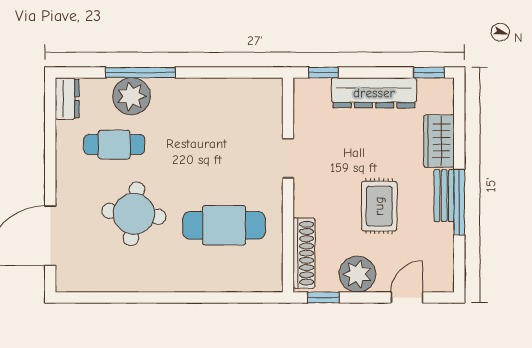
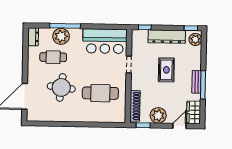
plant: (440, 98) -> (195, 39), added
bar counter: (232, 106) -> (105, 41), added
wardrobe: (439, 141) -> (194, 112), moved
rug: (379, 206) -> (166, 70), moved

